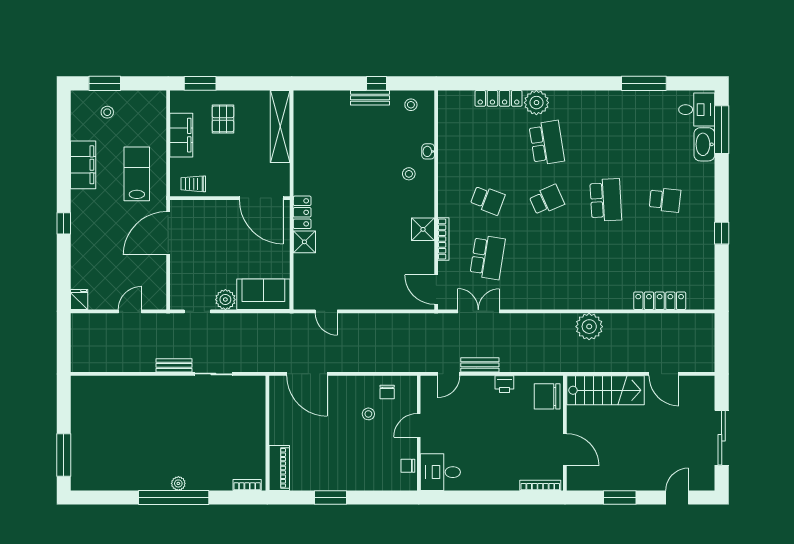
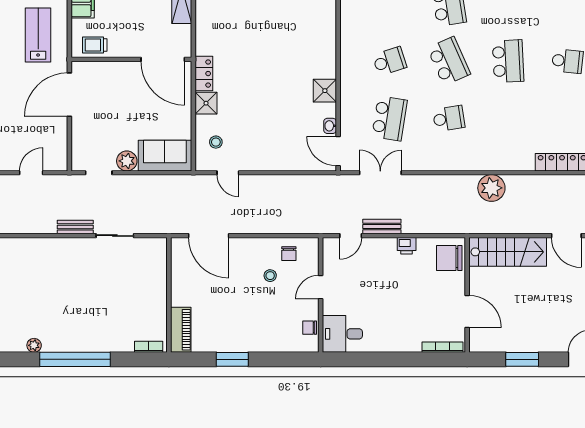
washbasin: (428, 151) -> (330, 126), moved
stool: (409, 174) -> (216, 142), moved
school desk: (488, 200) -> (390, 61), turned -39
school desk: (547, 200) -> (449, 61), width x1.85
bookcase: (443, 239) -> (345, 100), removed
school desk: (547, 257) -> (449, 118), added
plant: (178, 483) -> (34, 345), moved

